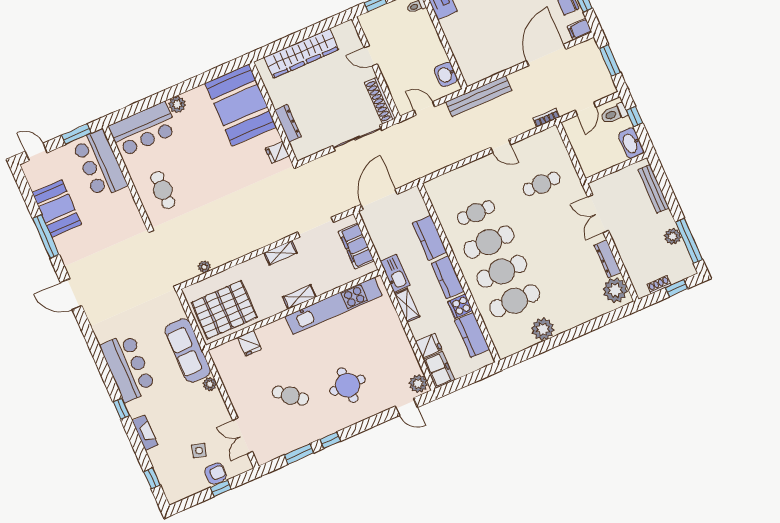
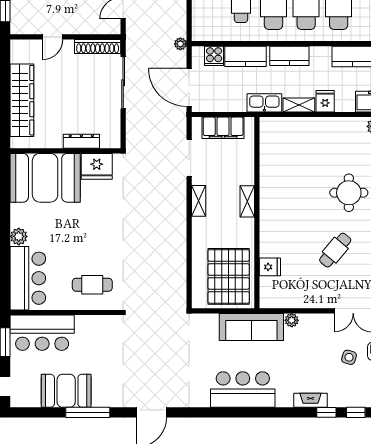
fridge: (277, 152) -> (97, 166), width x1.88, depth x1.34
plant: (204, 267) -> (180, 44), moved
kitchen unit: (334, 306) -> (269, 173), removed
cooker: (460, 306) -> (214, 56), moved
fridge: (429, 346) -> (325, 101), moved
window: (121, 409) -> (326, 412), moved

